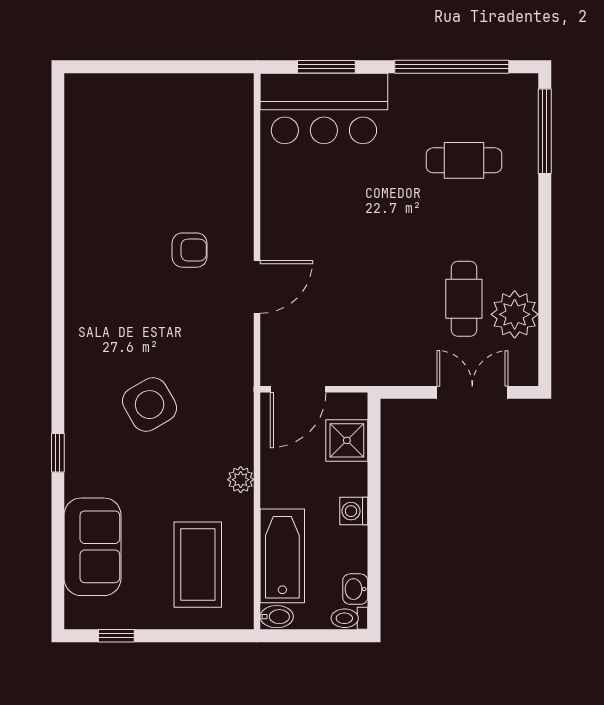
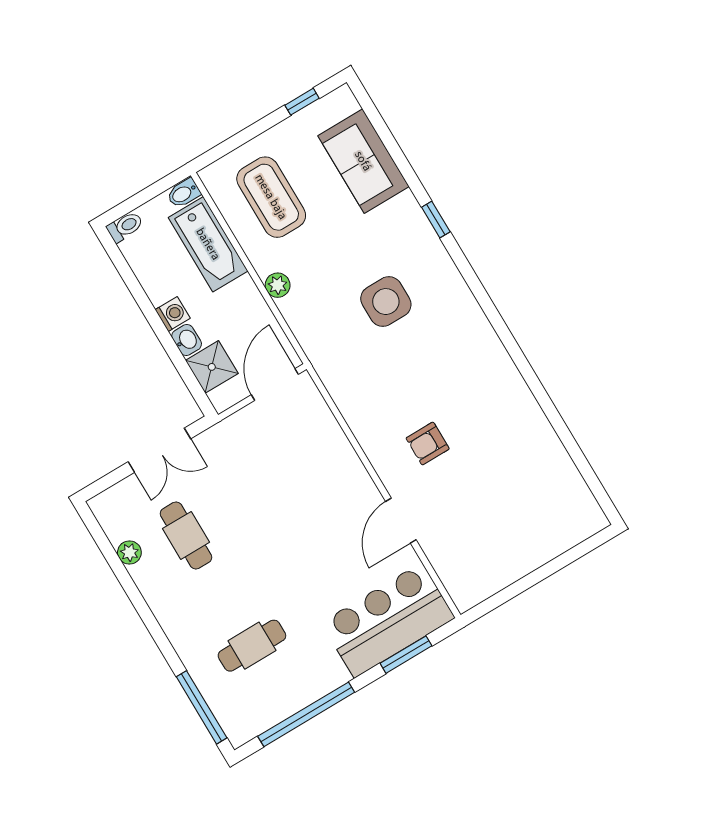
door: (257, 287) -> (401, 521), moved
plant: (515, 314) -> (129, 552), width x0.53, depth x0.53
double door: (472, 392) -> (159, 450), moved
side table: (150, 405) -> (386, 302), turned 30
washbasin: (355, 589) -> (187, 340), moved

